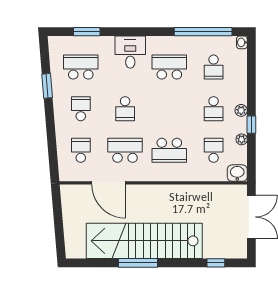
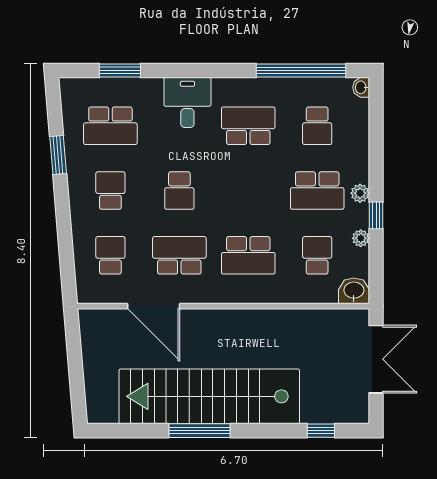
school desk: (81, 67) -> (110, 126), turned 180
school desk: (214, 109) -> (317, 191), width x1.85

